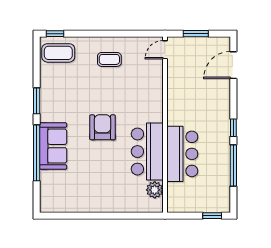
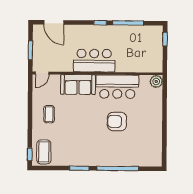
door: (165, 50) -> (42, 73), hinge flipped
armchair: (103, 127) -> (117, 122), moved
sofa: (53, 146) -> (78, 85), moved, turned 180
bar counter: (182, 154) -> (94, 61), moved
plant: (155, 190) -> (156, 81), moved

